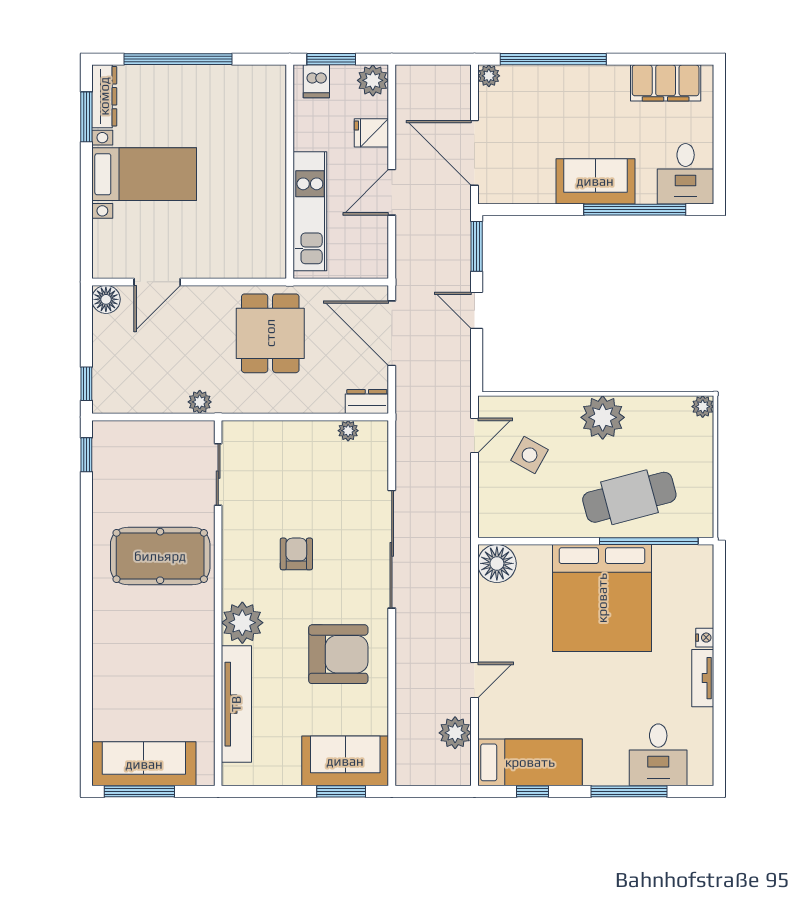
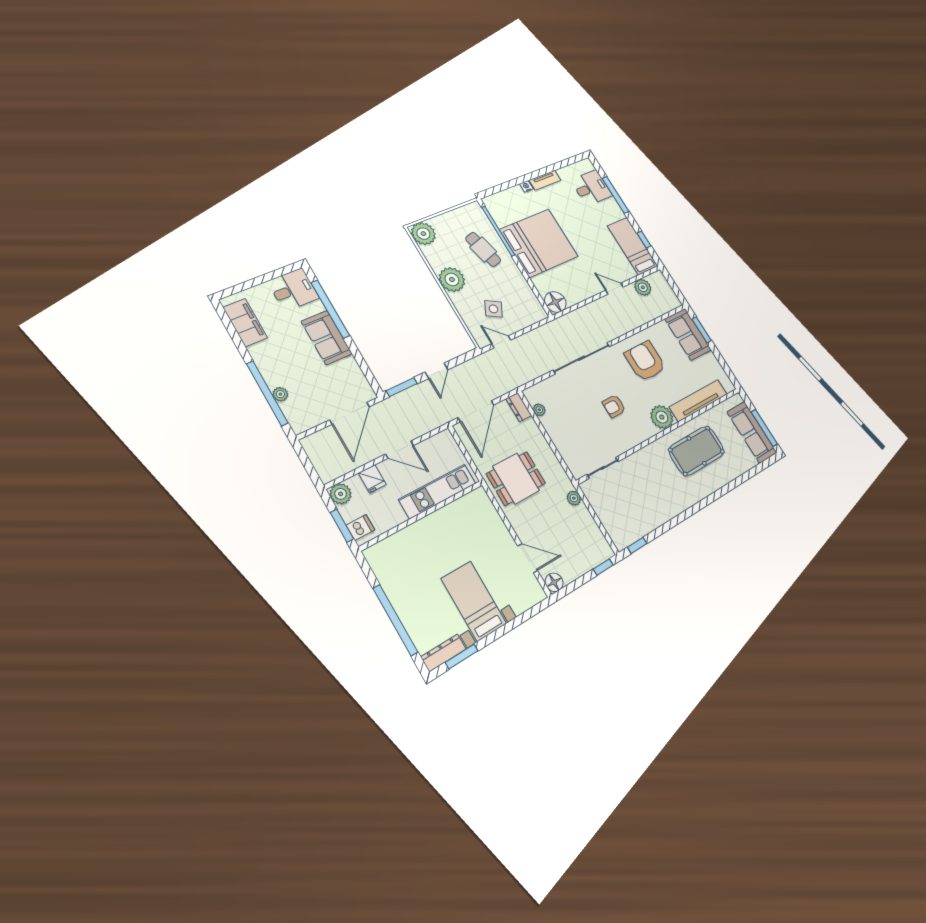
plant: (489, 76) -> (280, 394), moved
plant: (703, 407) -> (423, 234), width x1.87, depth x1.87
cafe table: (629, 497) -> (483, 249), width x0.73, depth x0.74
pool table: (160, 556) -> (697, 451), moved, turned 90

